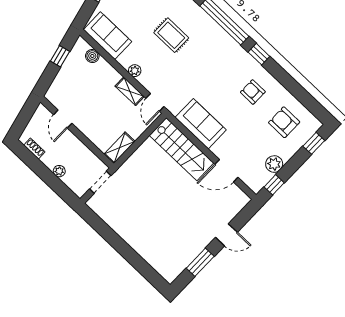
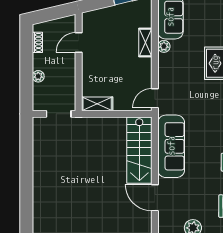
boiler: (92, 56) -> (145, 20), removed
plant: (135, 71) -> (164, 46), moved
shelving: (130, 91) -> (145, 43), moved
sofa: (201, 124) -> (171, 146), width x1.36

